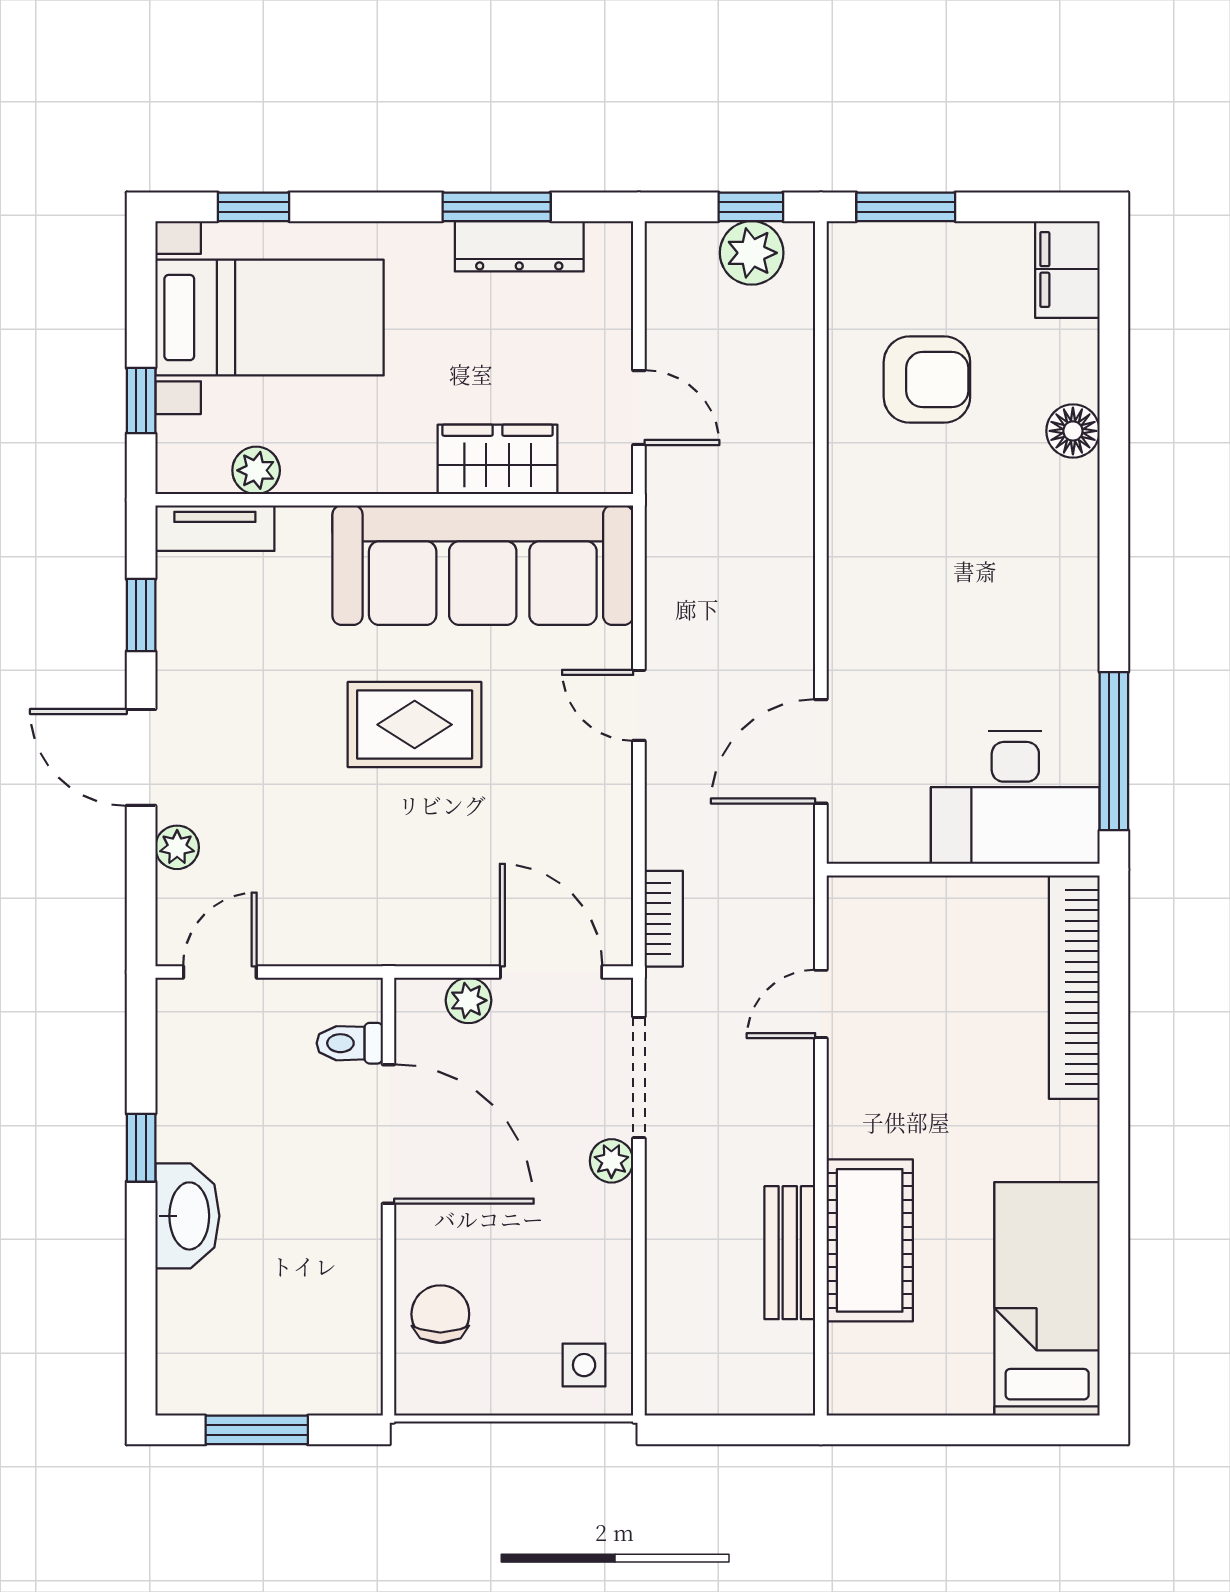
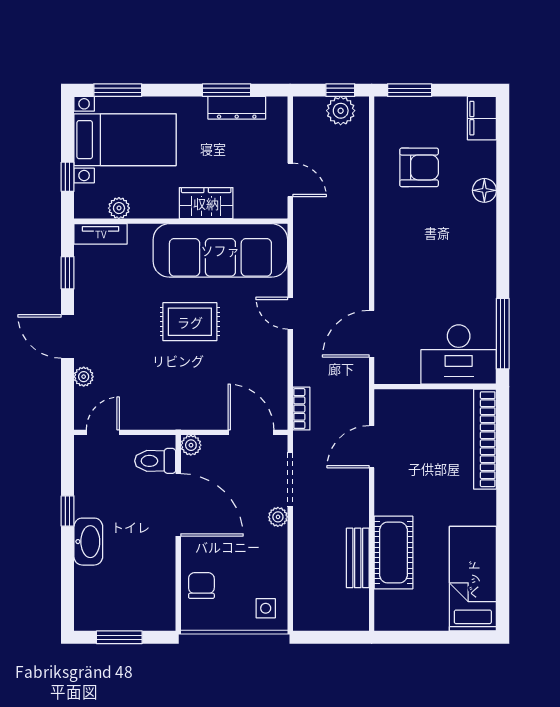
window: (253, 207) -> (118, 90), width x1.50
wardrobe: (498, 459) -> (206, 203), moved
plant: (468, 1000) -> (191, 445), moved
door: (821, 1004) -> (372, 447), width x1.38
toilet: (350, 1043) -> (155, 461), width x1.37, depth x1.39

